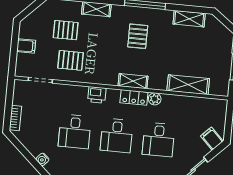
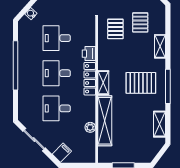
pallet: (138, 36) -> (141, 83), width x1.50, depth x1.42
shelving: (188, 85) -> (105, 121), width x1.47
locker: (134, 97) -> (90, 79), width x1.53
plant: (155, 99) -> (90, 127), moved

